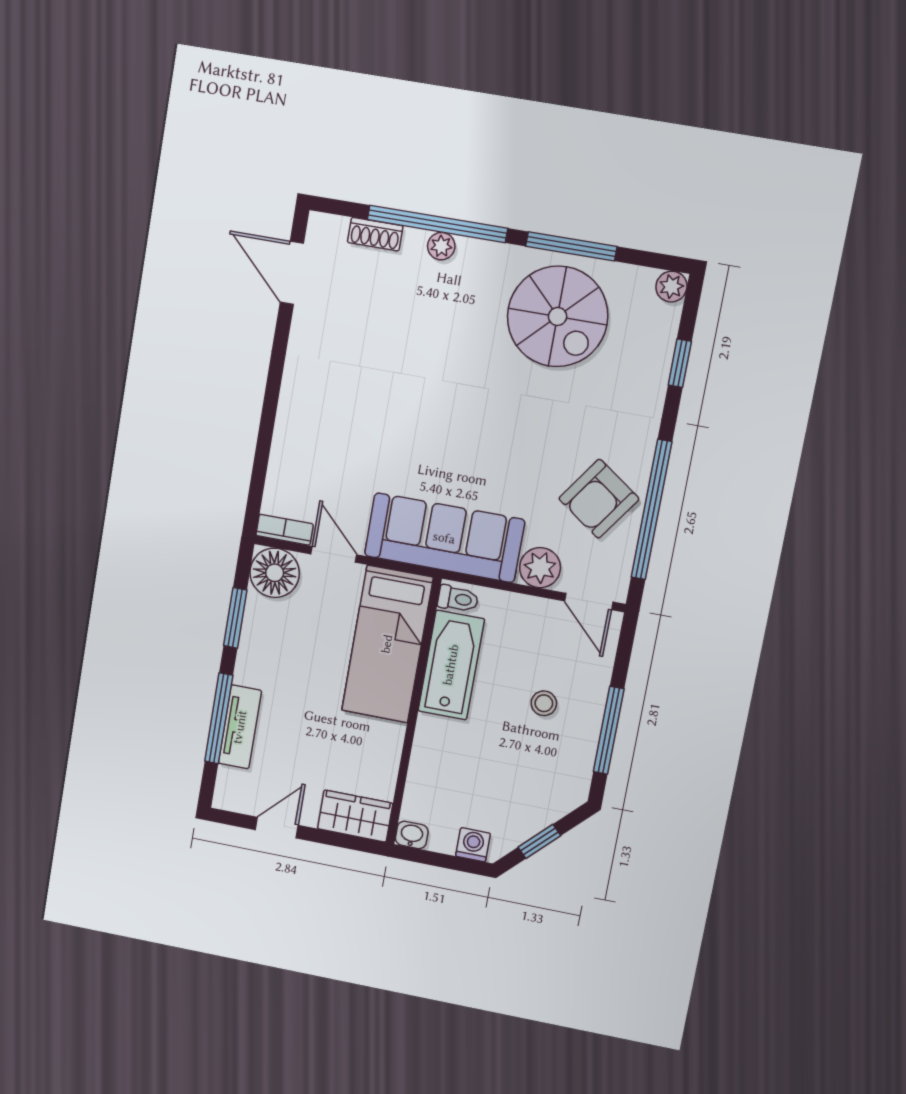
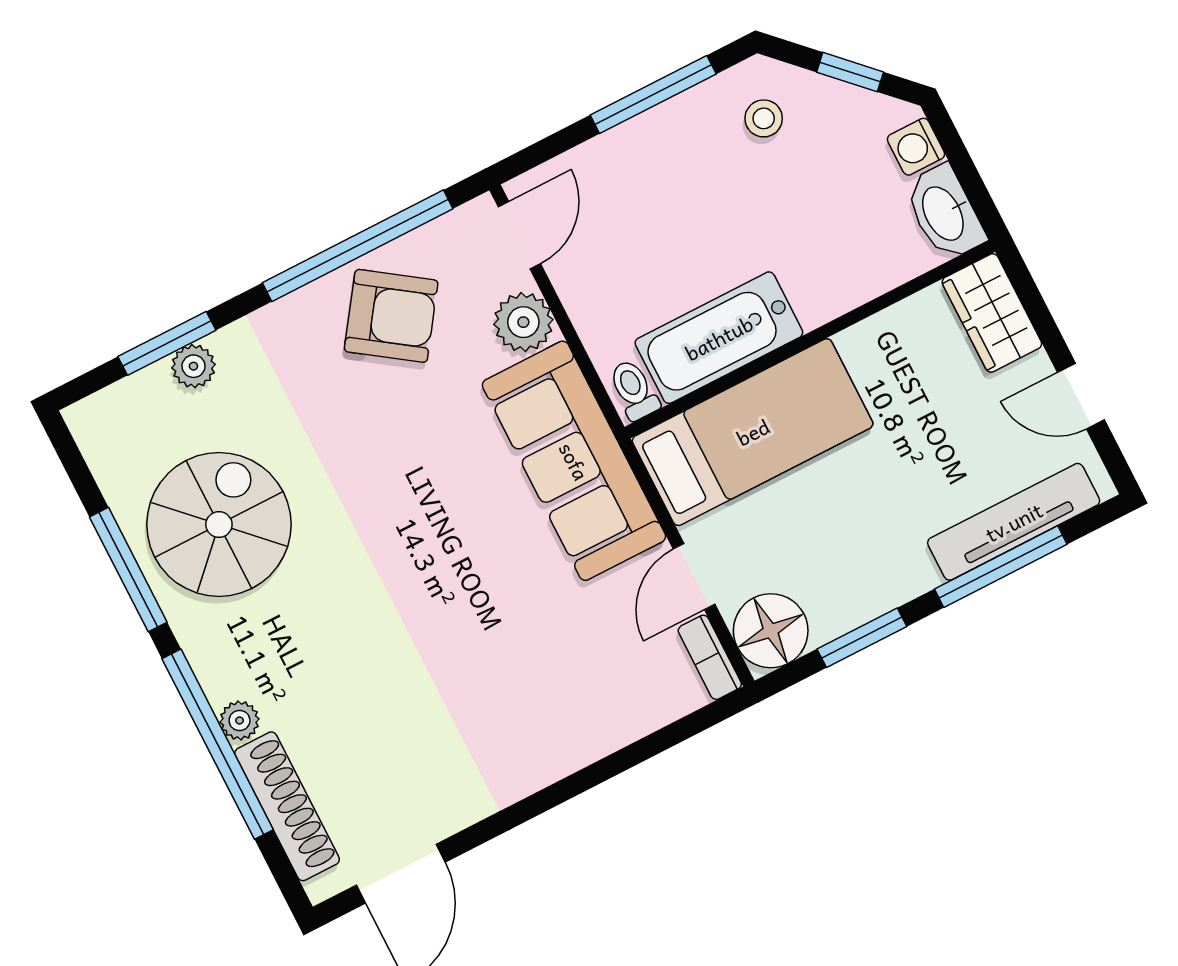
shoe rack: (375, 234) -> (287, 806), width x1.94, depth x1.24
plant: (671, 287) -> (193, 366), moved
window: (680, 363) -> (167, 343), width x1.50
stool: (544, 703) -> (764, 118), moved
tv unit: (240, 727) -> (1014, 522), width x1.41
washbasin: (412, 835) -> (944, 213), width x1.91, depth x1.45

